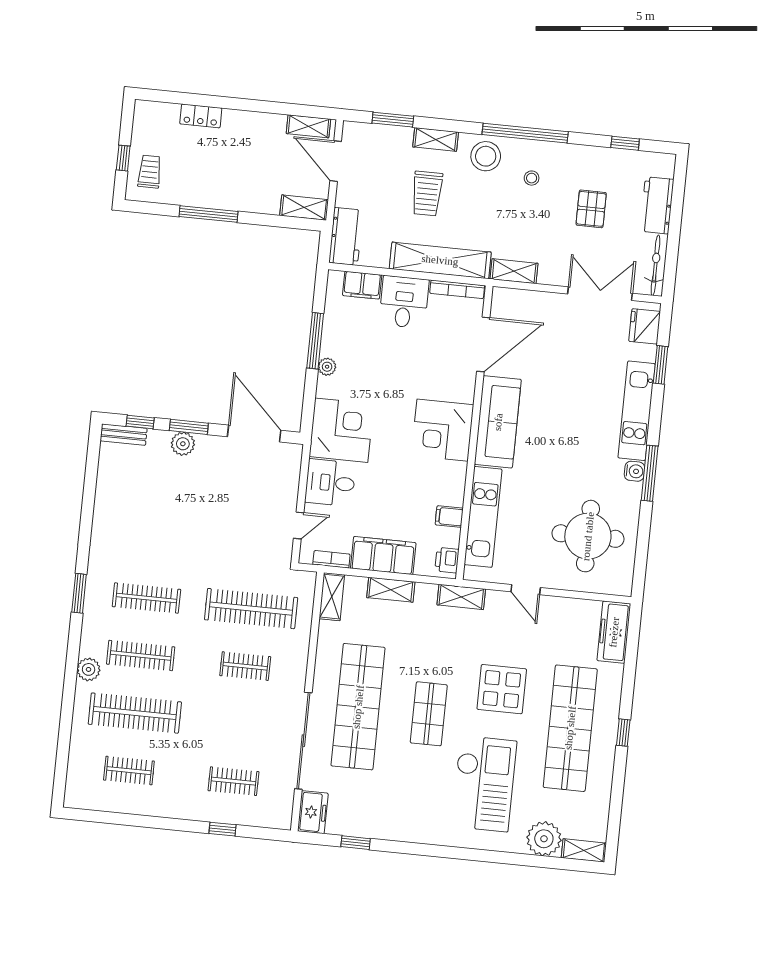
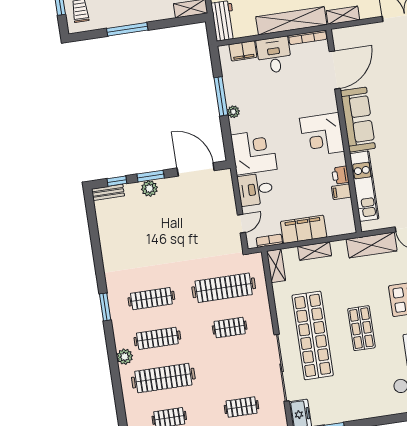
printer: (447, 560) -> (340, 175), moved
shelving: (461, 597) -> (372, 245), width x1.50, depth x1.33

